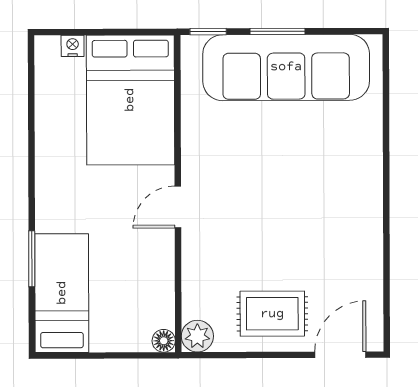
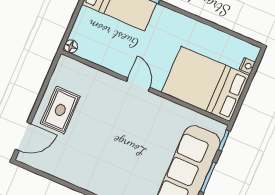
plant: (197, 336) -> (66, 65), removed
door: (340, 355) -> (23, 136), hinge flipped

